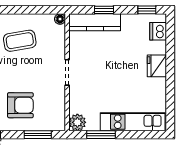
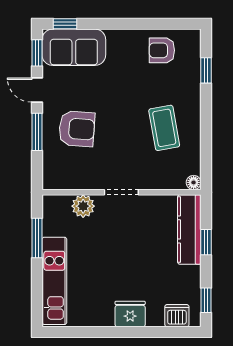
armchair: (20, 105) -> (77, 129), turned -86
plant: (77, 122) -> (83, 206), moved
window: (38, 135) -> (37, 132), moved

